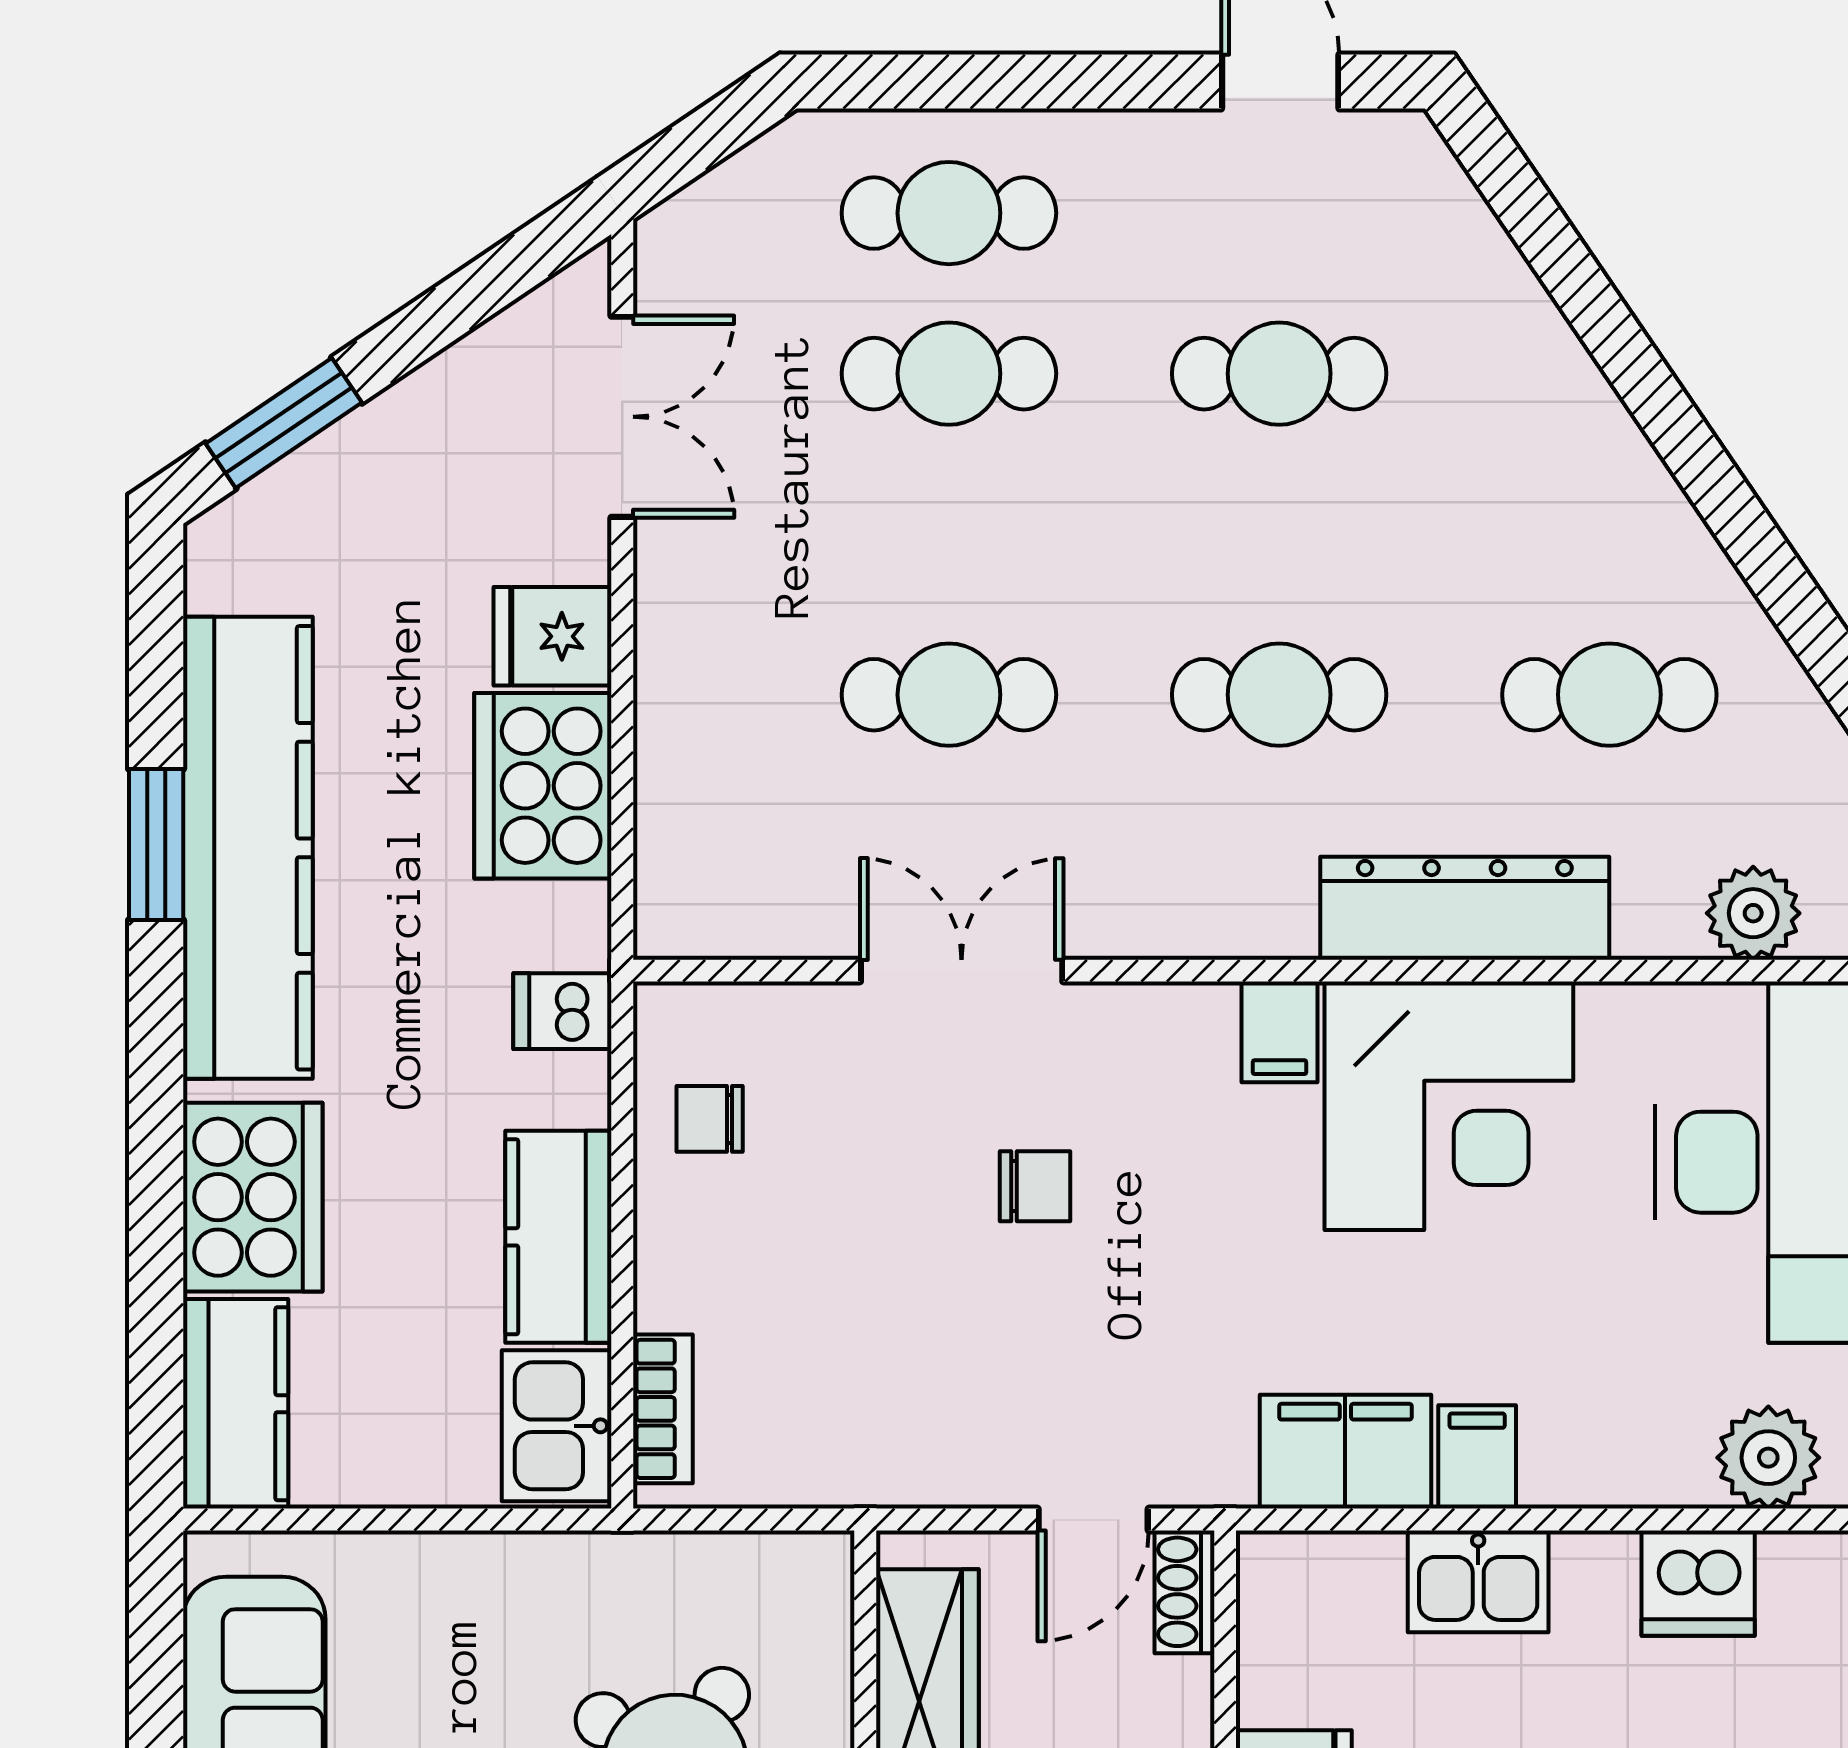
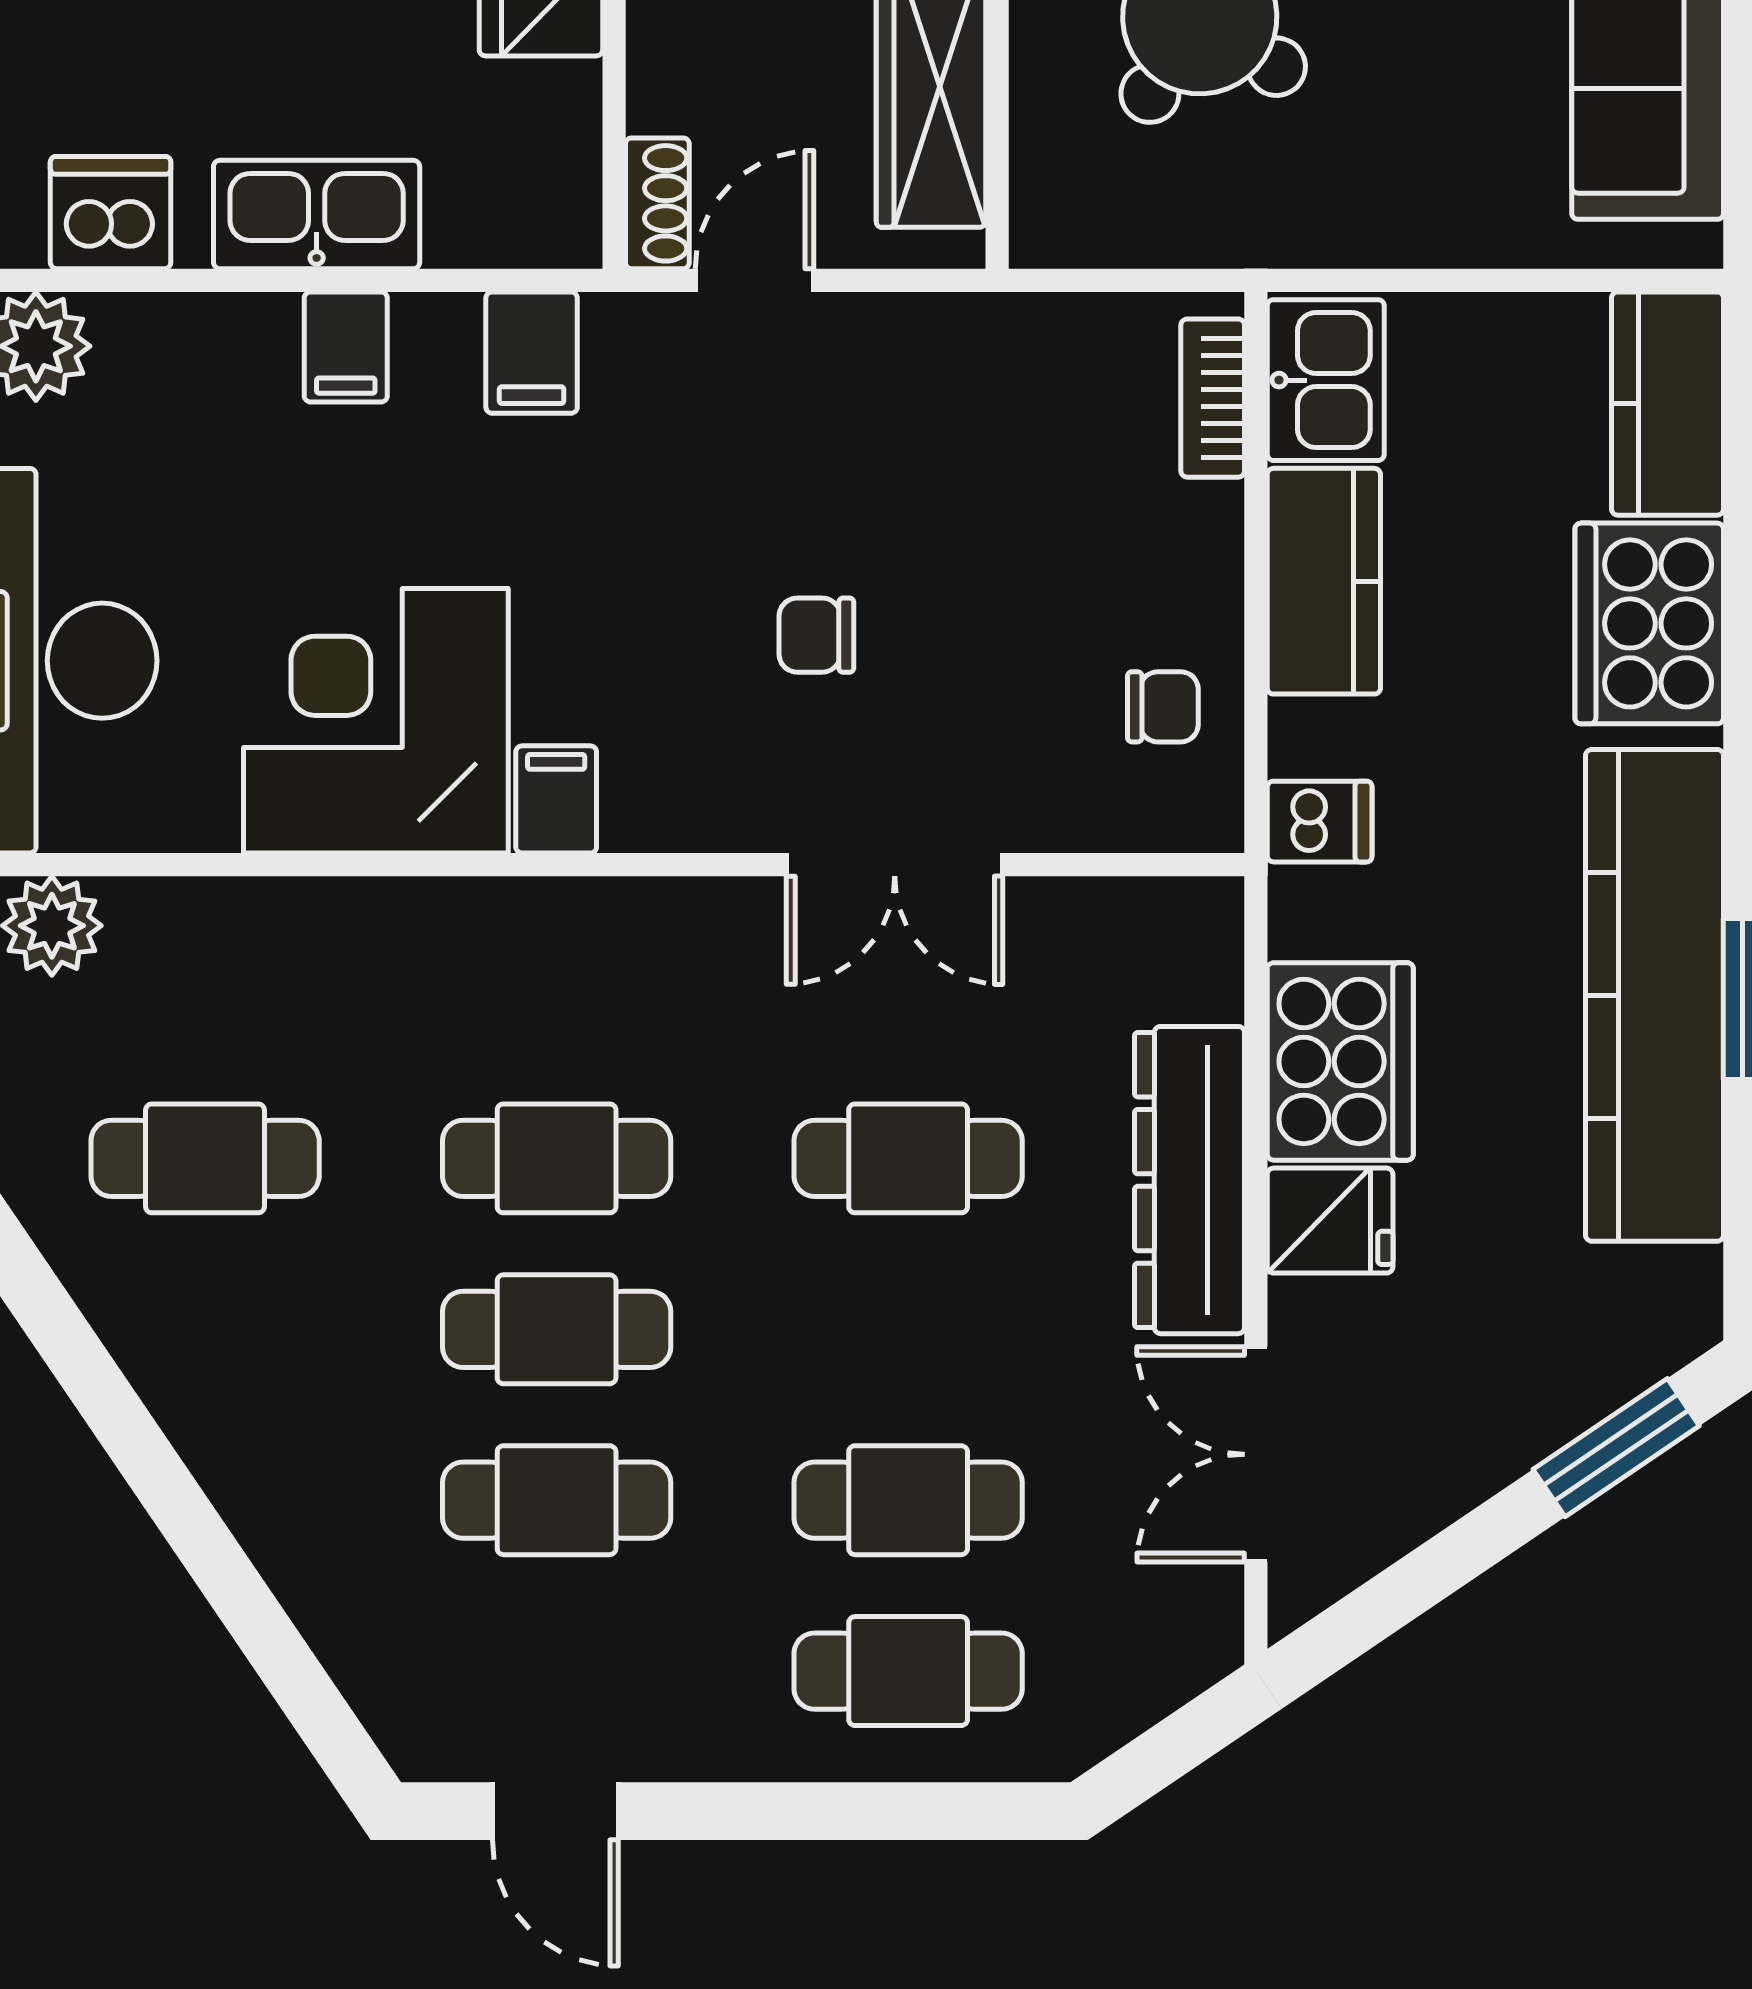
cafe table: (1279, 534) -> (557, 1329), added
dresser: (1465, 908) -> (1190, 1180), moved, turned 90
filing cabinet: (1345, 1452) -> (532, 353), width x0.50
kitchen sink: (1478, 1581) -> (317, 215), width x1.38

